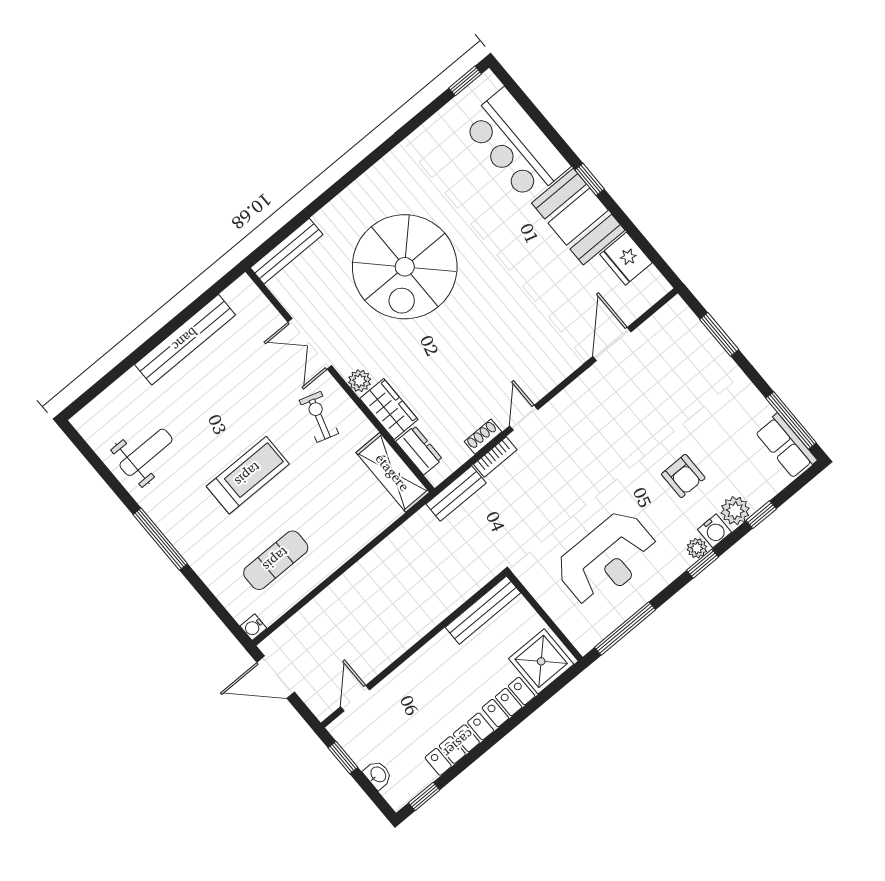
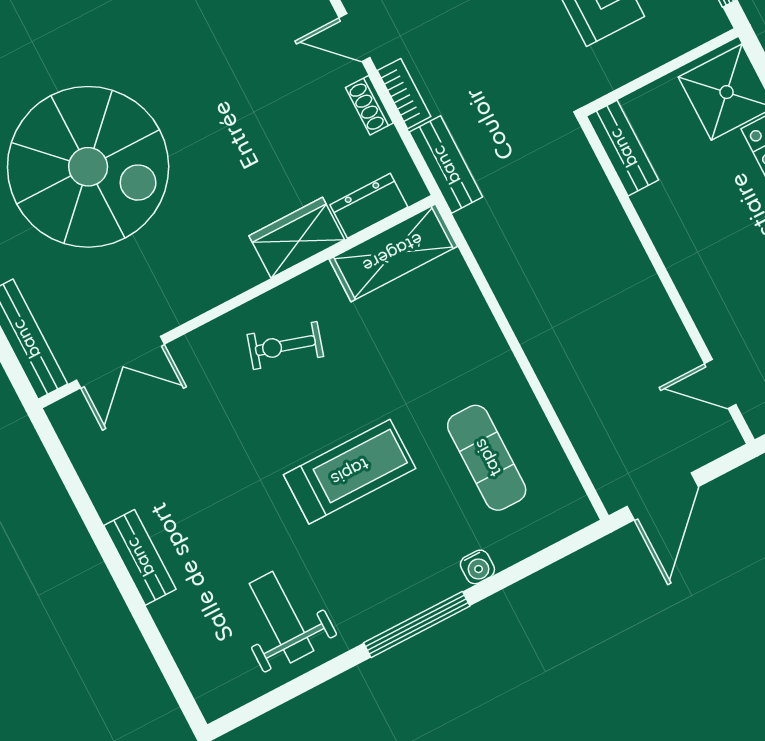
bench: (185, 340) -> (140, 557), width x0.54, depth x0.82
double door: (310, 344) -> (120, 362), moved
plant: (360, 381) -> (245, 272), removed
treadmill: (248, 475) -> (350, 472), turned 90
bench: (483, 610) -> (623, 148), width x0.73
water cooler: (253, 627) -> (477, 567), moved

